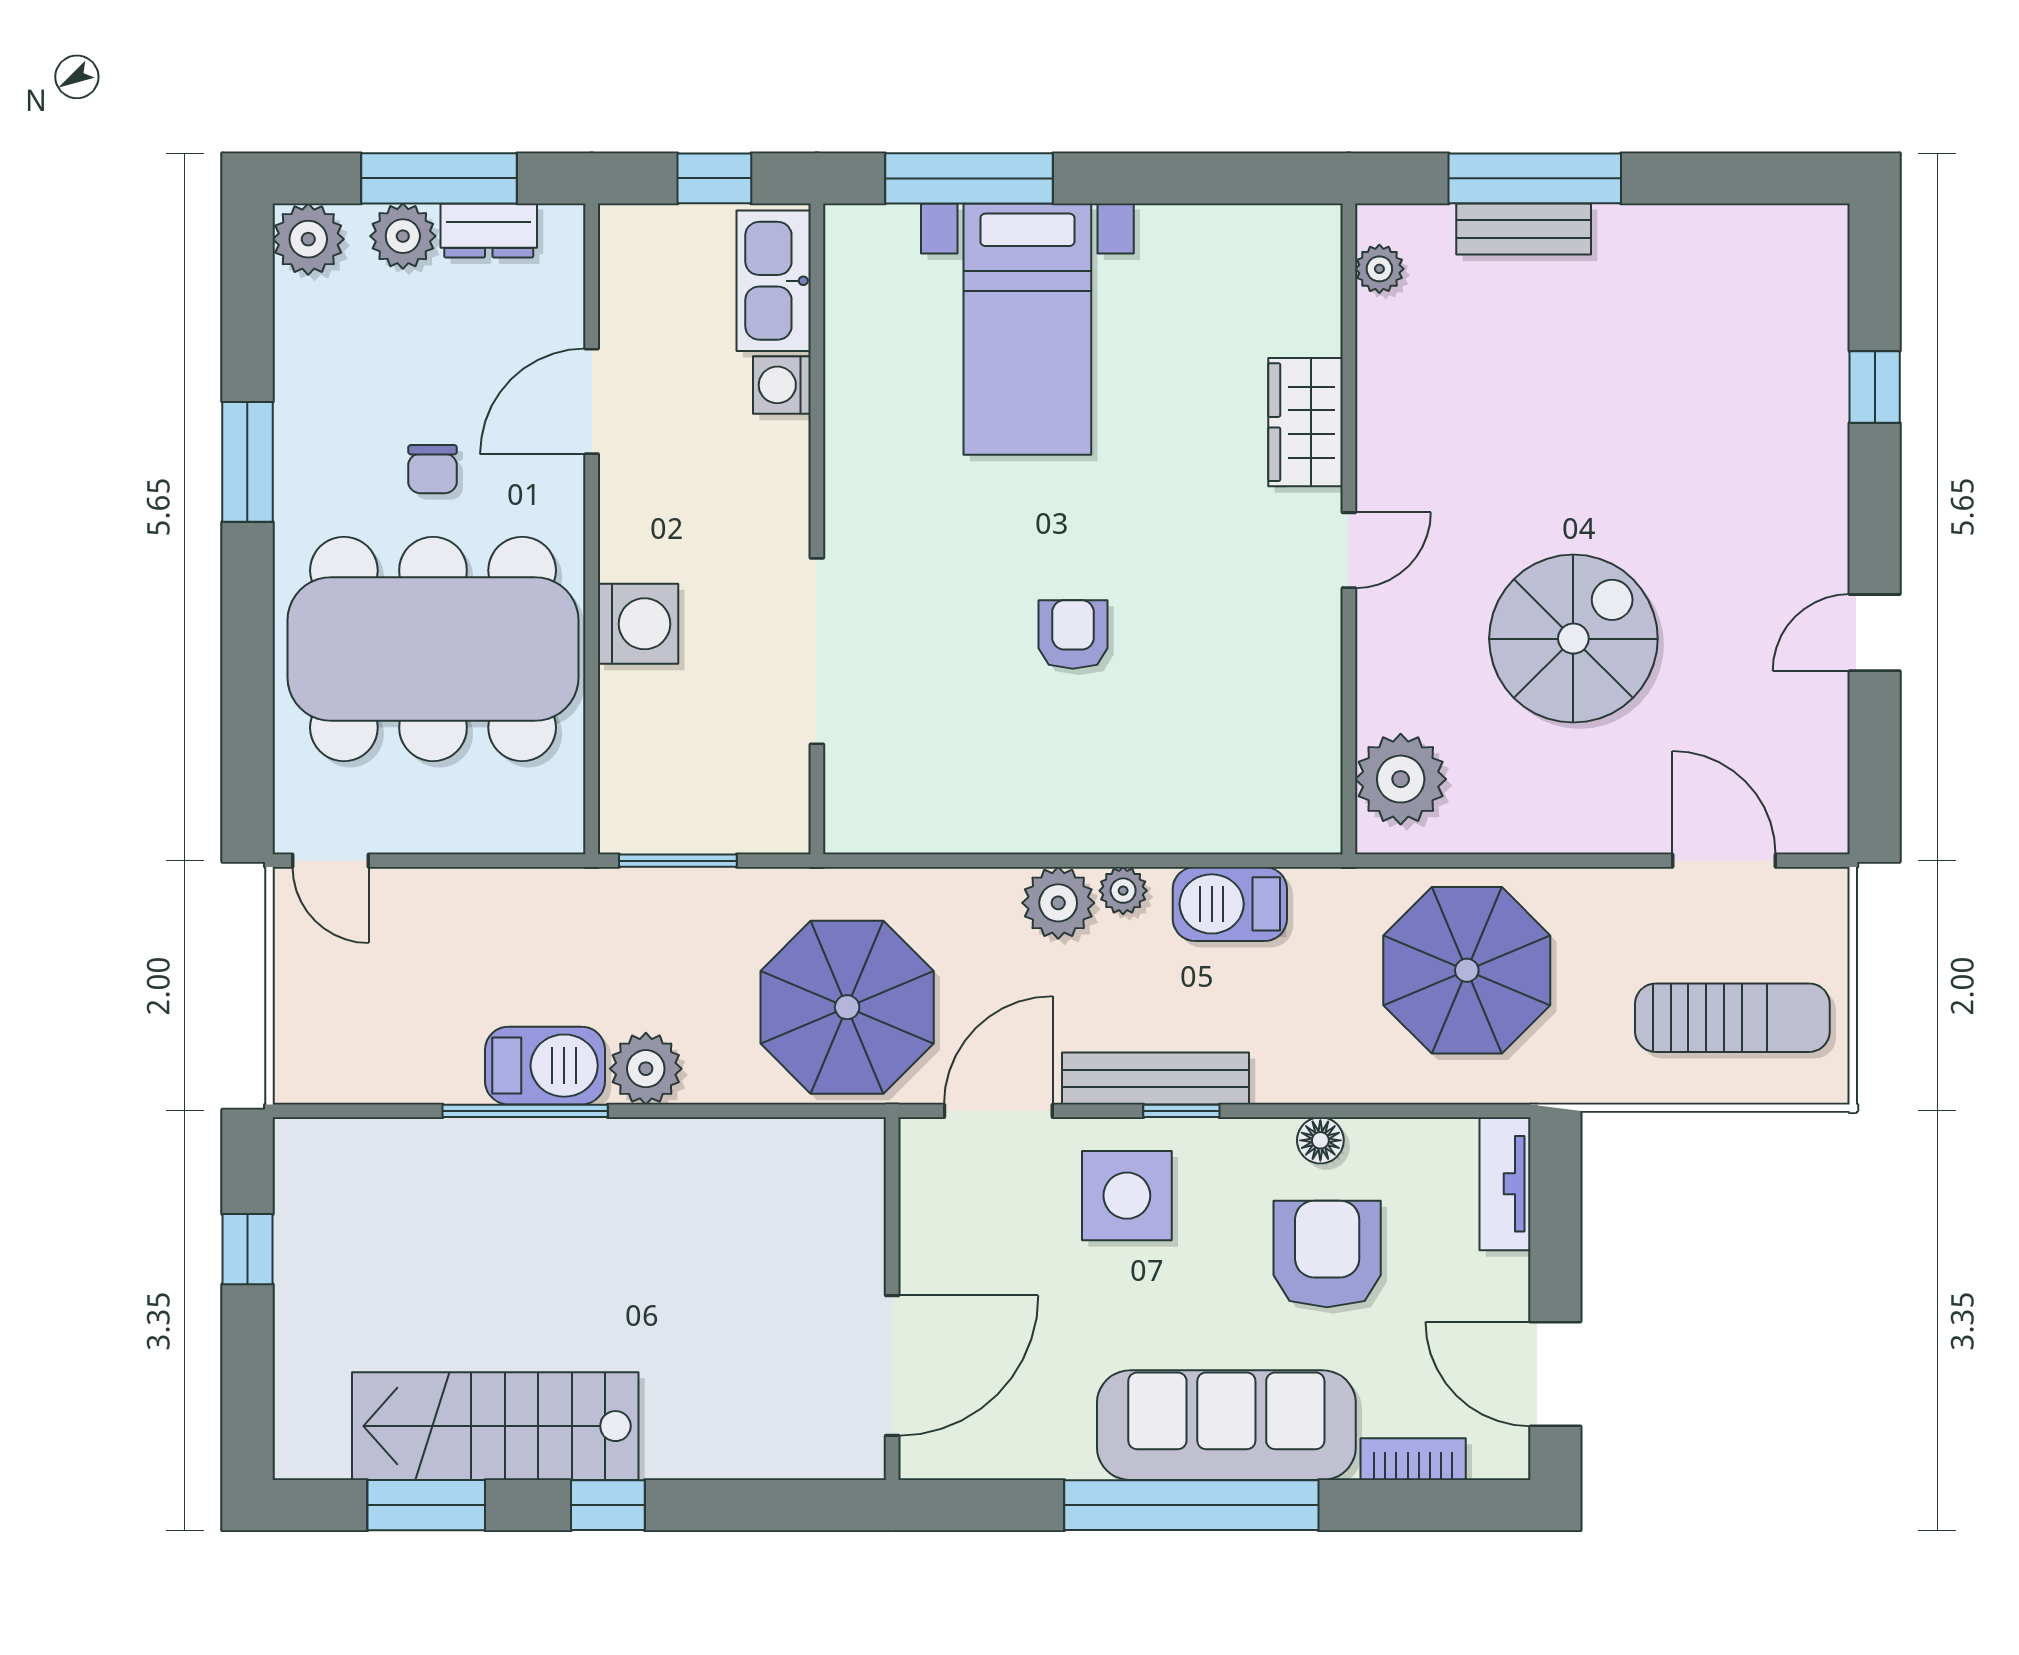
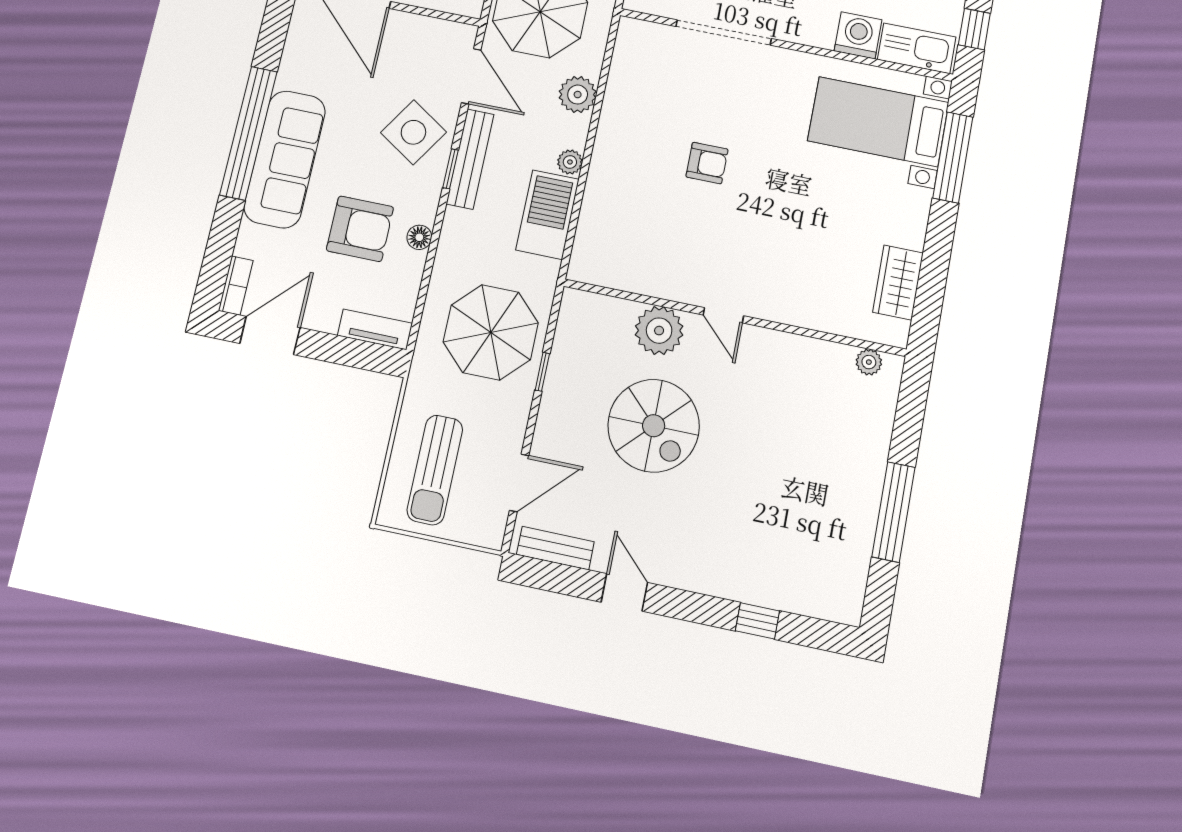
window: (1535, 178) -> (893, 512), moved
bench: (1524, 229) -> (555, 548), moved, turned 90
bed with nightstands: (1027, 329) -> (878, 122), moved
washing machine: (782, 385) -> (858, 35), width x1.38, depth x1.38
wardrobe: (1305, 422) -> (898, 283), moved, turned -90
plant: (1401, 779) -> (659, 331), moved
window: (1519, 861) -> (542, 372), added
plant: (1058, 903) -> (578, 95), moved
barbecue: (1230, 904) -> (547, 215), width x1.37, depth x1.21
side table: (1127, 1196) -> (413, 132), turned 33
bookcase: (1413, 1459) -> (236, 285), moved

